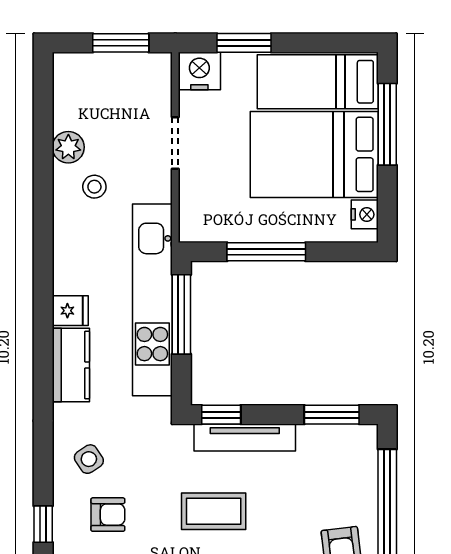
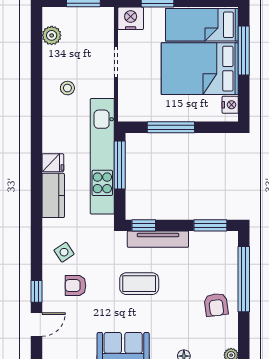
plant: (68, 147) -> (52, 35), moved
armchair: (108, 515) -> (75, 286), turned 180

